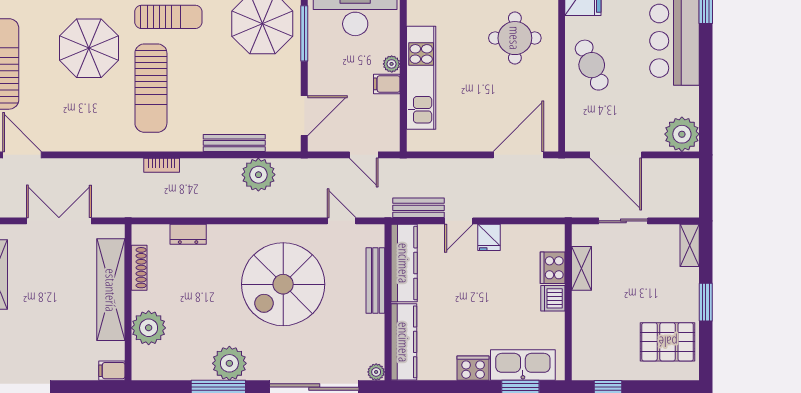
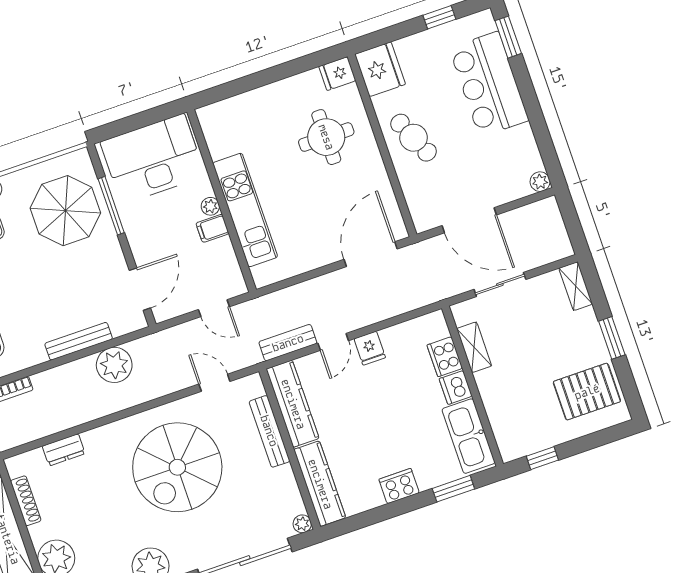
plant: (682, 134) -> (540, 182), width x0.53, depth x0.53
kitchen sink: (523, 365) -> (468, 436), moved, turned -90

